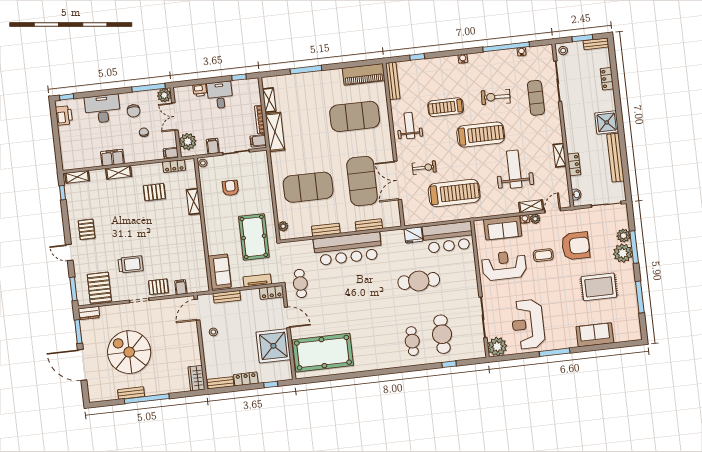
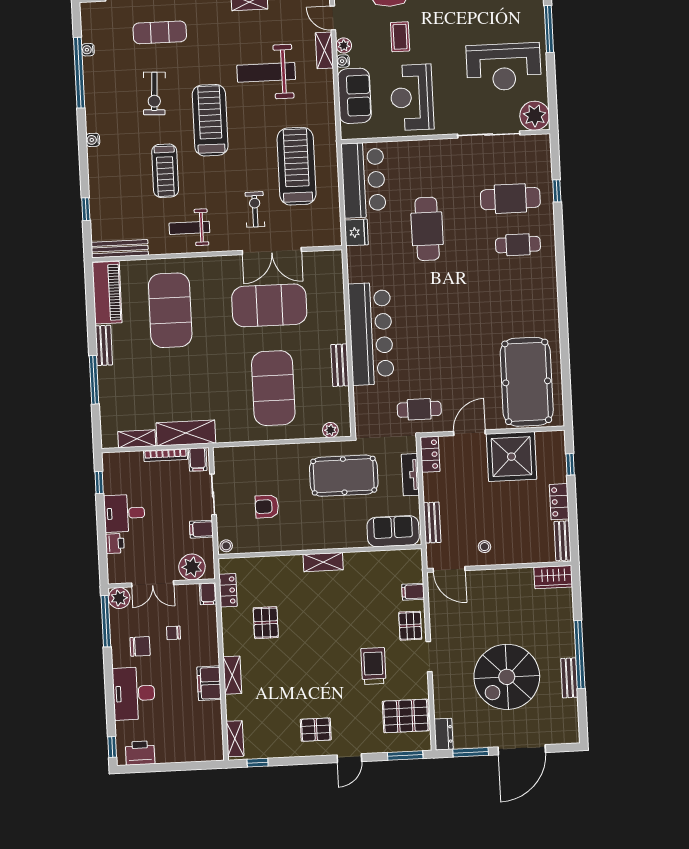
shelving: (194, 202) -> (323, 562), moved
bench: (369, 225) -> (104, 345), moved

